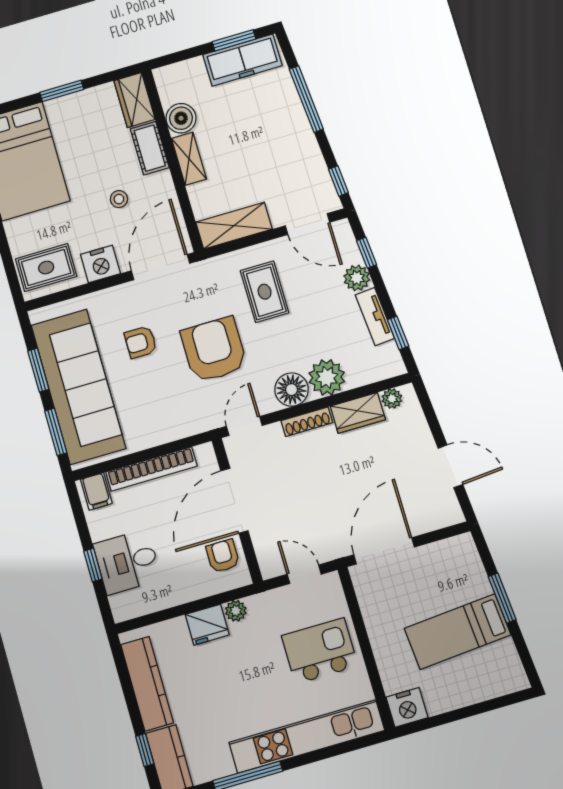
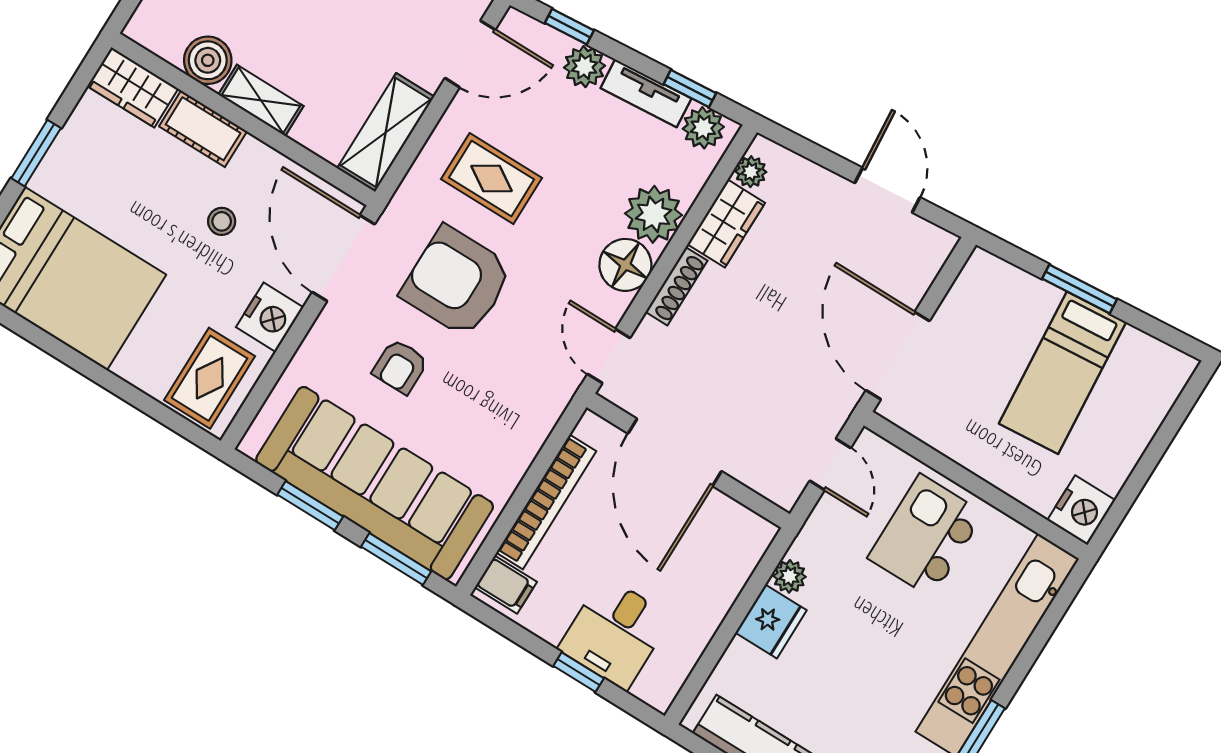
armchair: (214, 350) -> (457, 282), moved
plant: (388, 357) -> (703, 128), added
door: (450, 466) -> (887, 190), hinge flipped
armchair: (223, 556) -> (718, 528), removed
door: (304, 574) -> (830, 464), swing flipped

